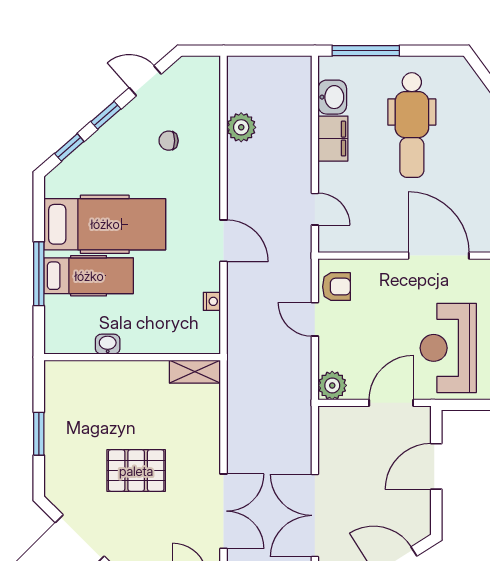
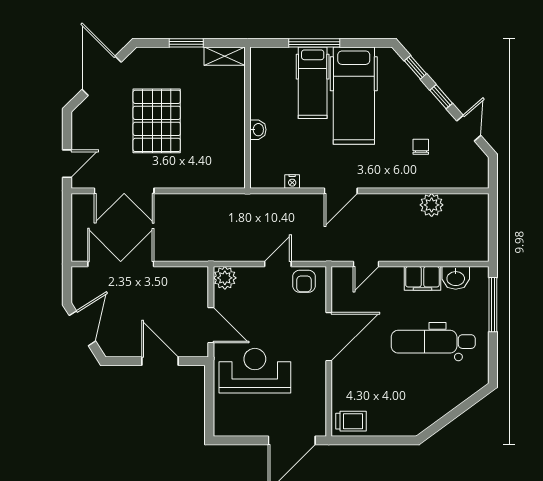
door: (439, 256) -> (329, 337), moved
washbasin: (108, 344) -> (258, 130), moved
shelving: (195, 372) -> (225, 56), moved, turned 90
pallet: (136, 471) -> (157, 121), width x1.37, depth x1.41

